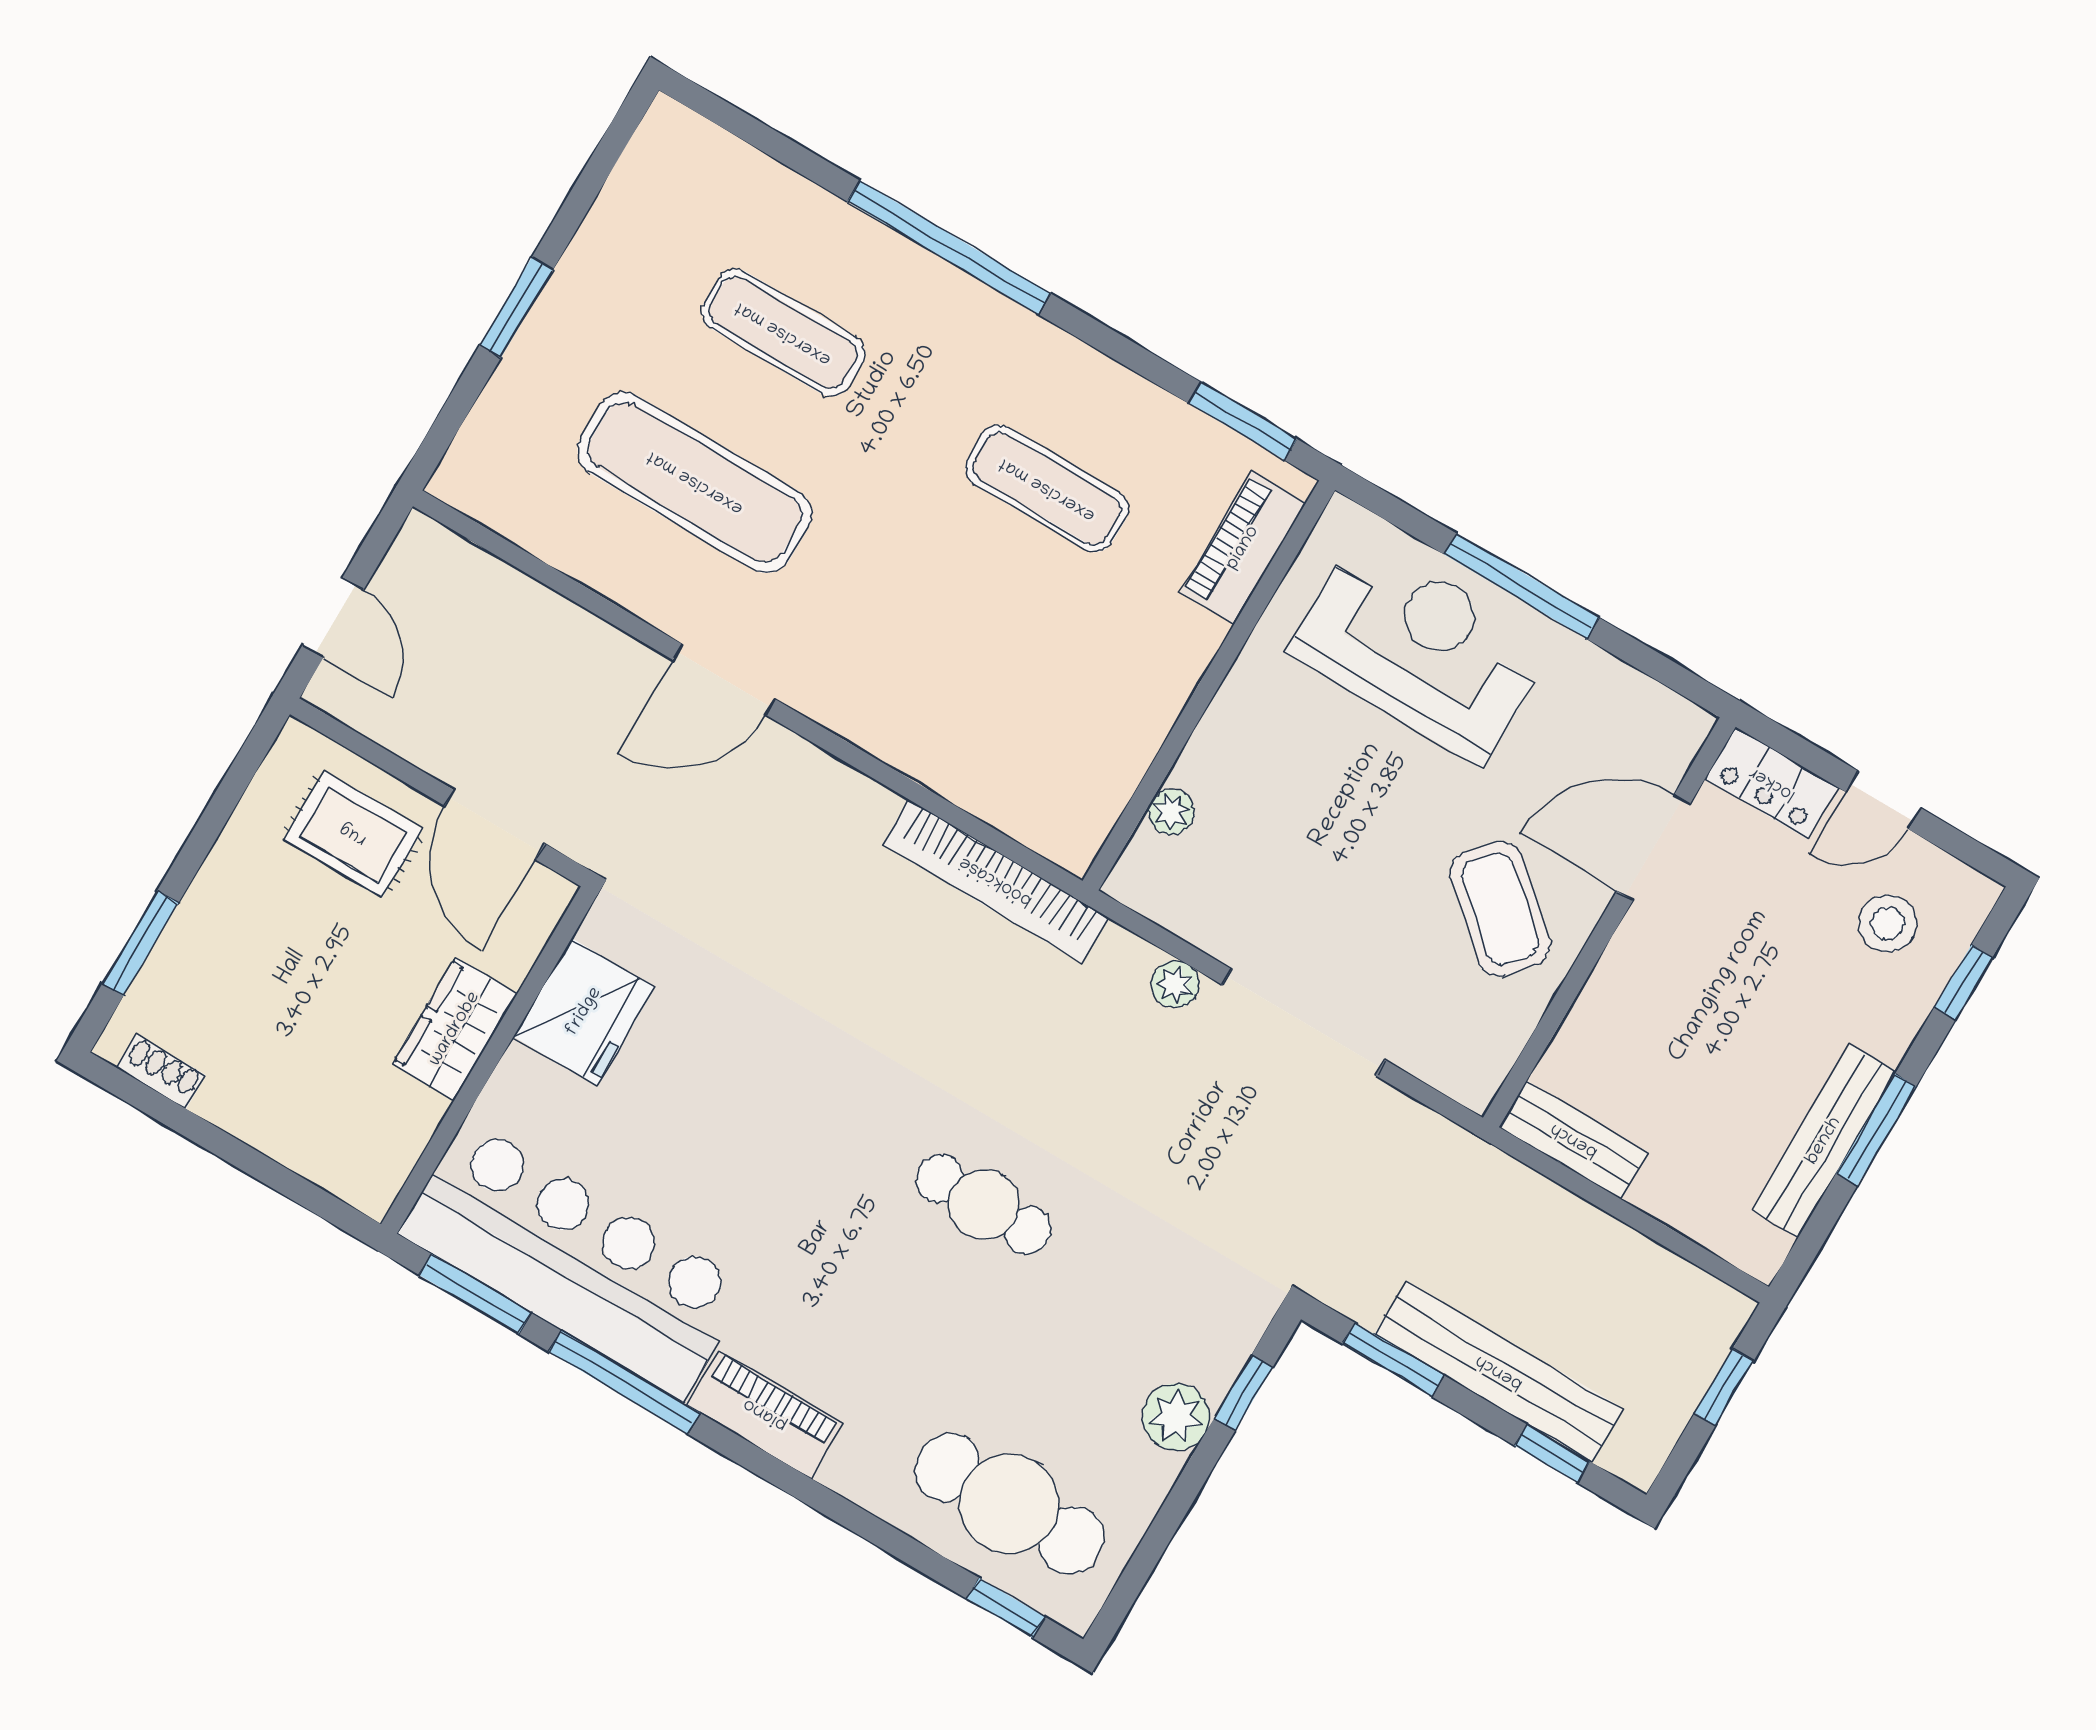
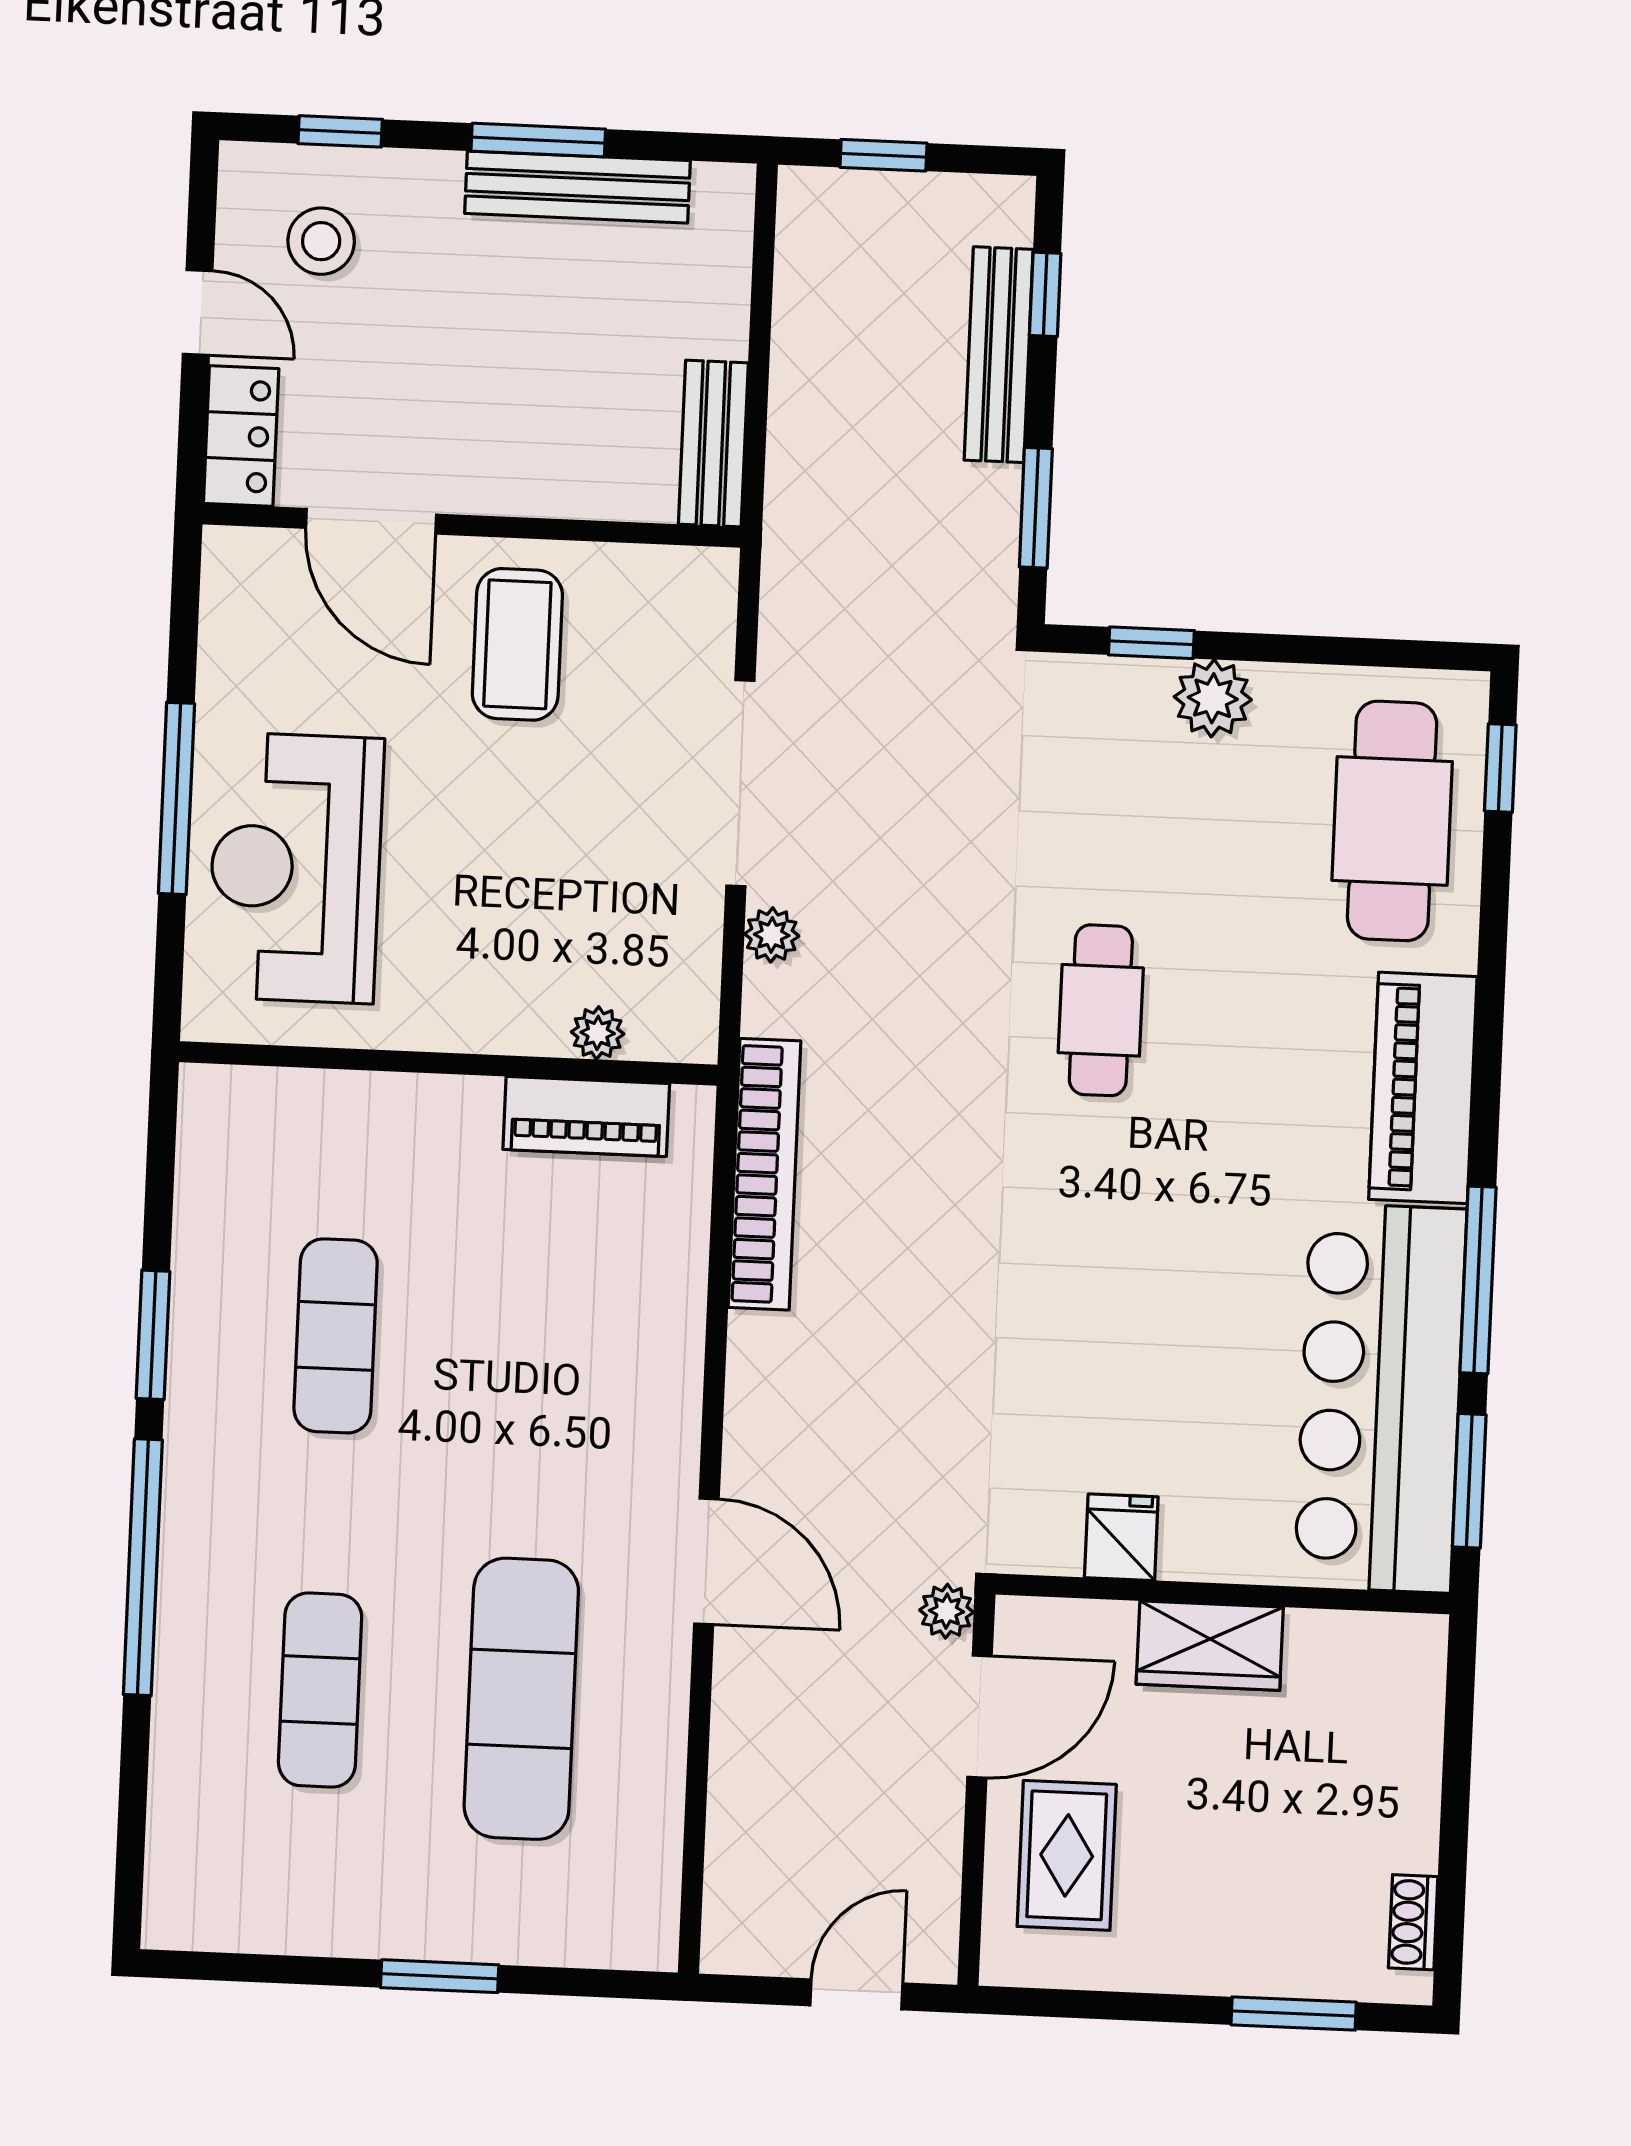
window: (1243, 421) -> (153, 1335), moved
piano: (1243, 548) -> (586, 1116), moved
plant: (588, 842) -> (947, 1611), added
coffee table: (1500, 909) -> (517, 644), turned -41
fridge: (584, 1012) -> (1121, 1537), width x0.53, depth x0.75
bench: (1499, 1372) -> (999, 355), width x0.73, depth x0.82
piano: (765, 1414) -> (1423, 1088), width x1.37, depth x1.33

